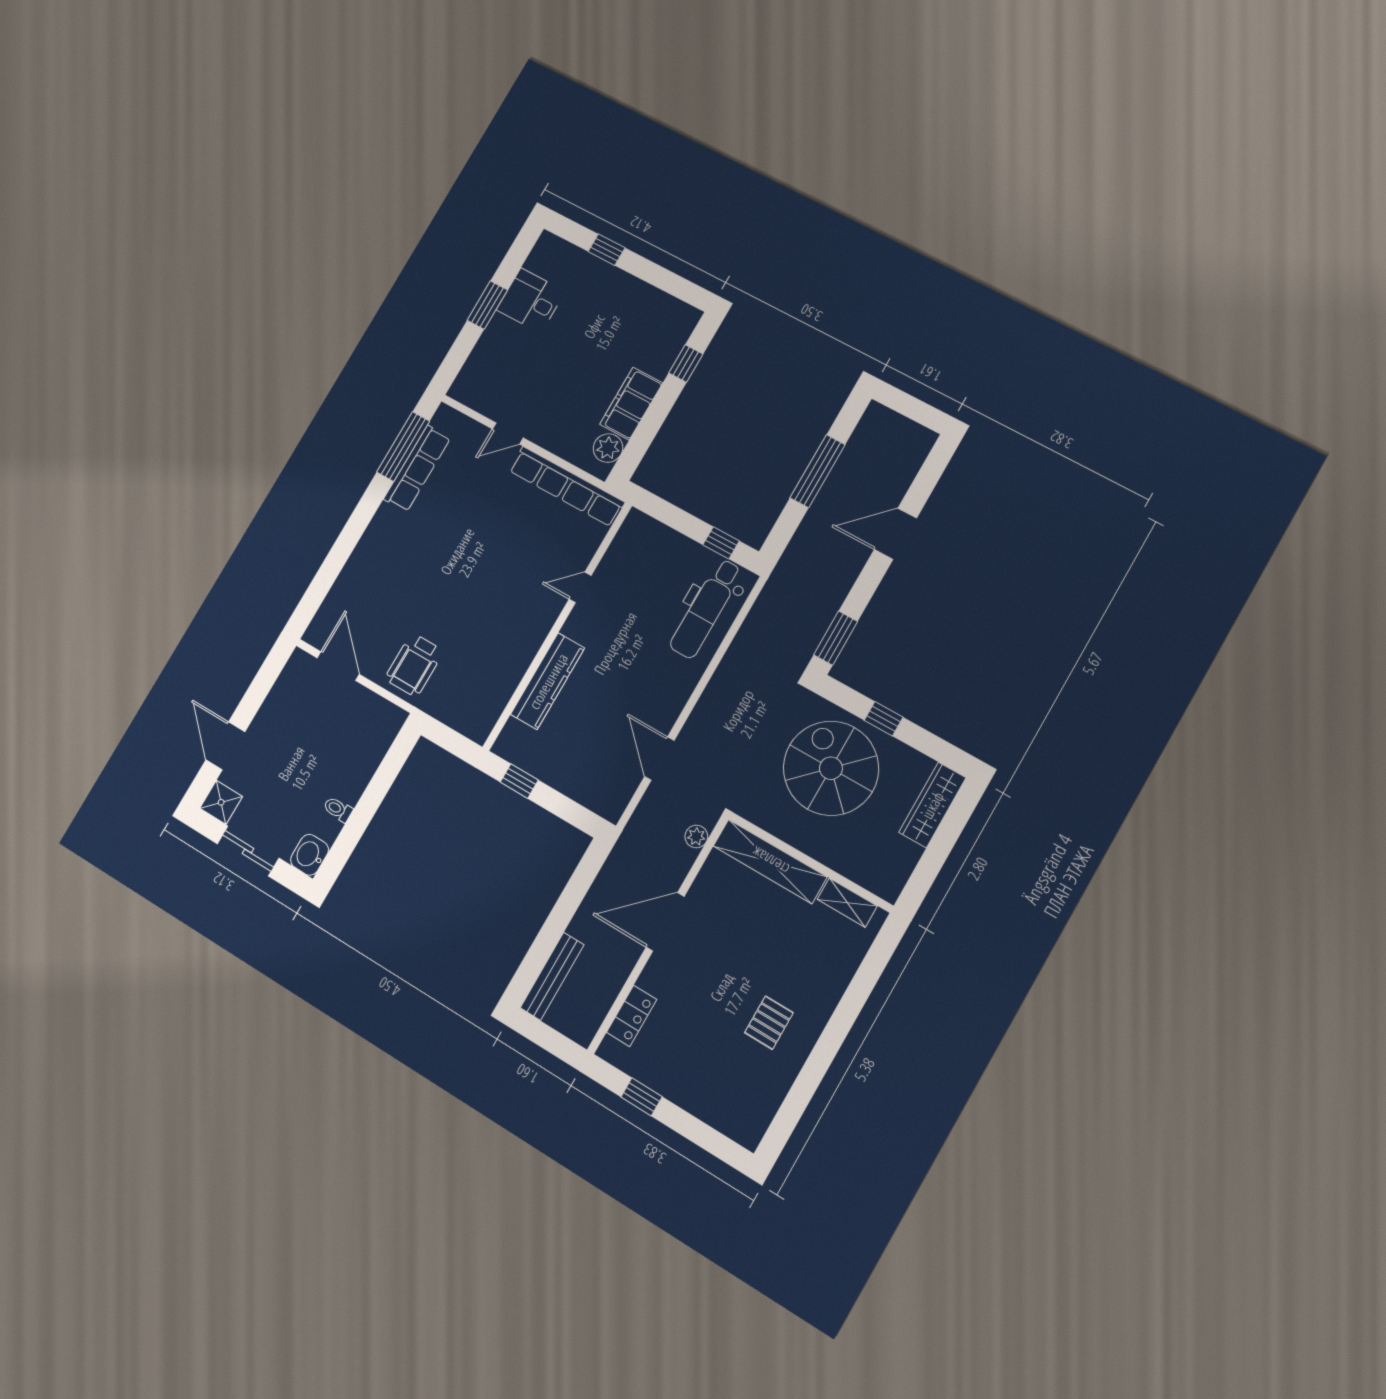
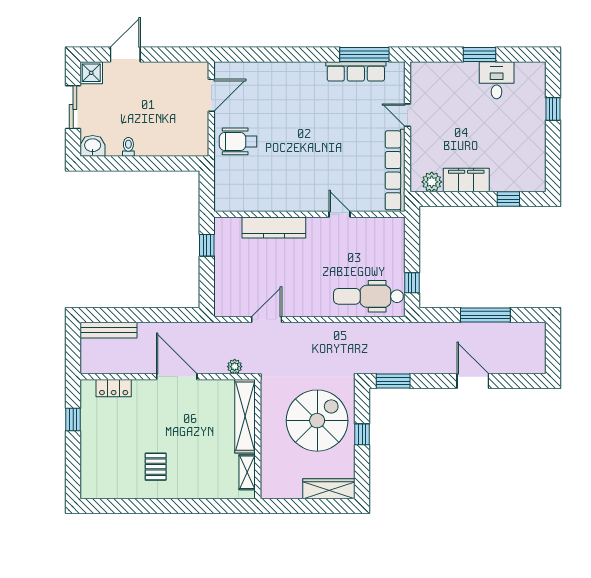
pallet: (769, 1023) -> (156, 467), turned 90

